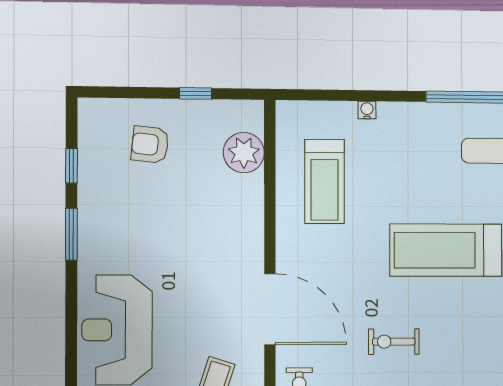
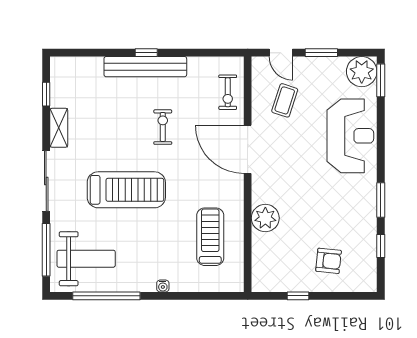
water cooler: (367, 110) -> (163, 286), moved
plant: (244, 153) -> (265, 218), moved
exercise bike: (394, 342) -> (163, 127), turned -90

